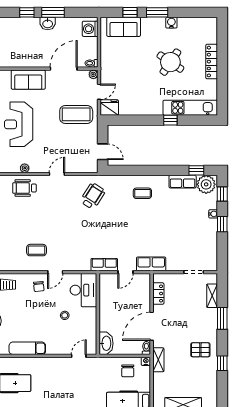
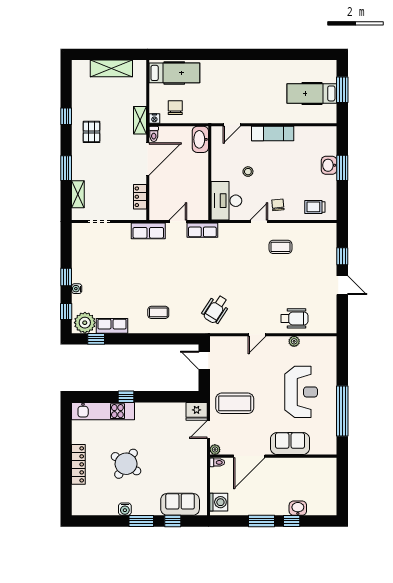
washbasin: (48, 24) -> (298, 508), moved
exam couch: (27, 348) -> (273, 134), moved
pallet: (200, 350) -> (91, 132), turned 90

